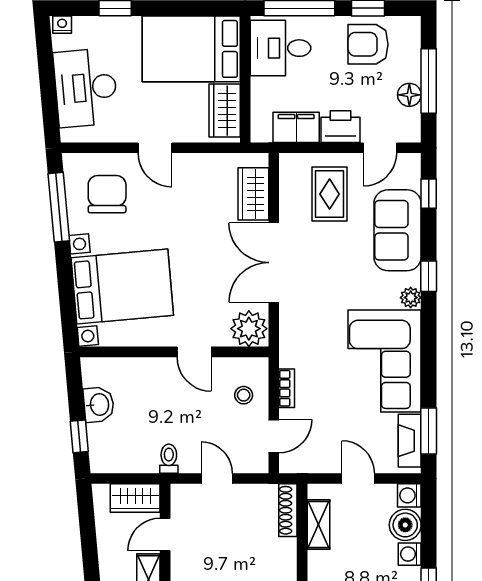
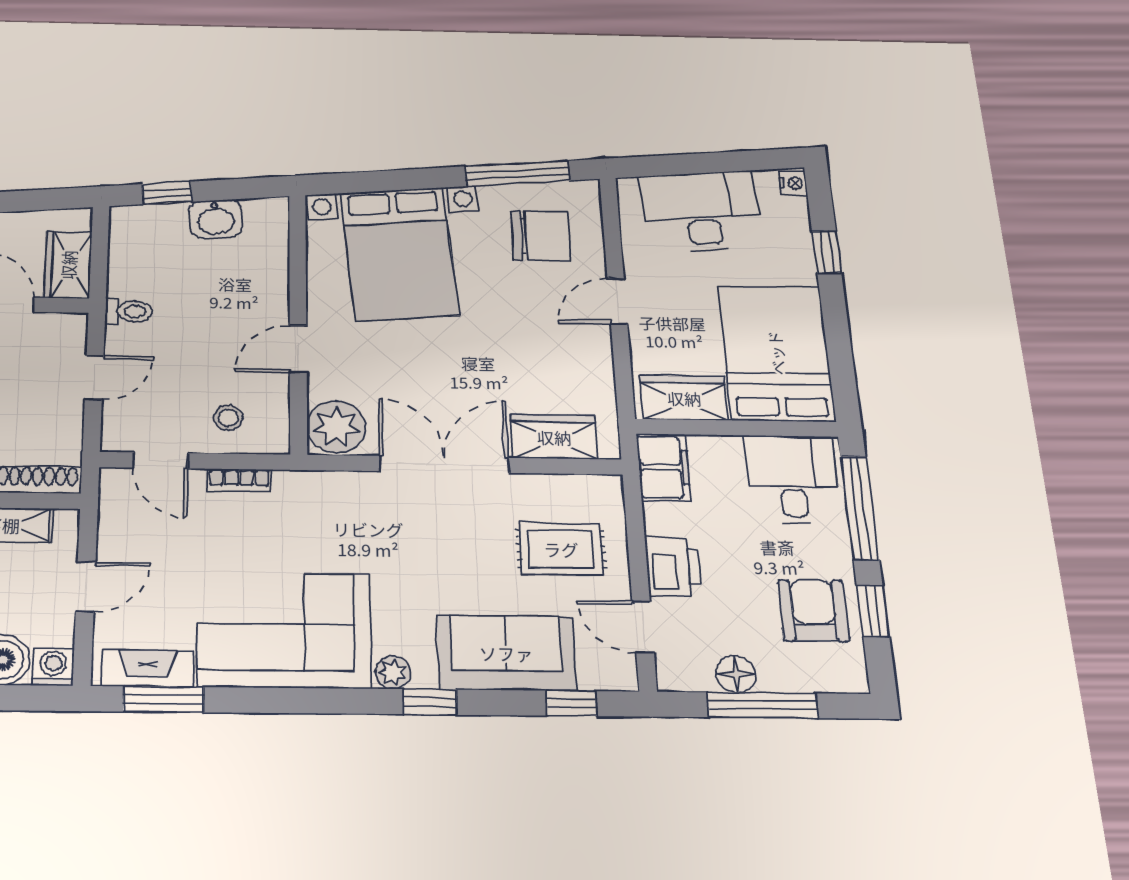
filing cabinet: (296, 127) -> (663, 467), moved

